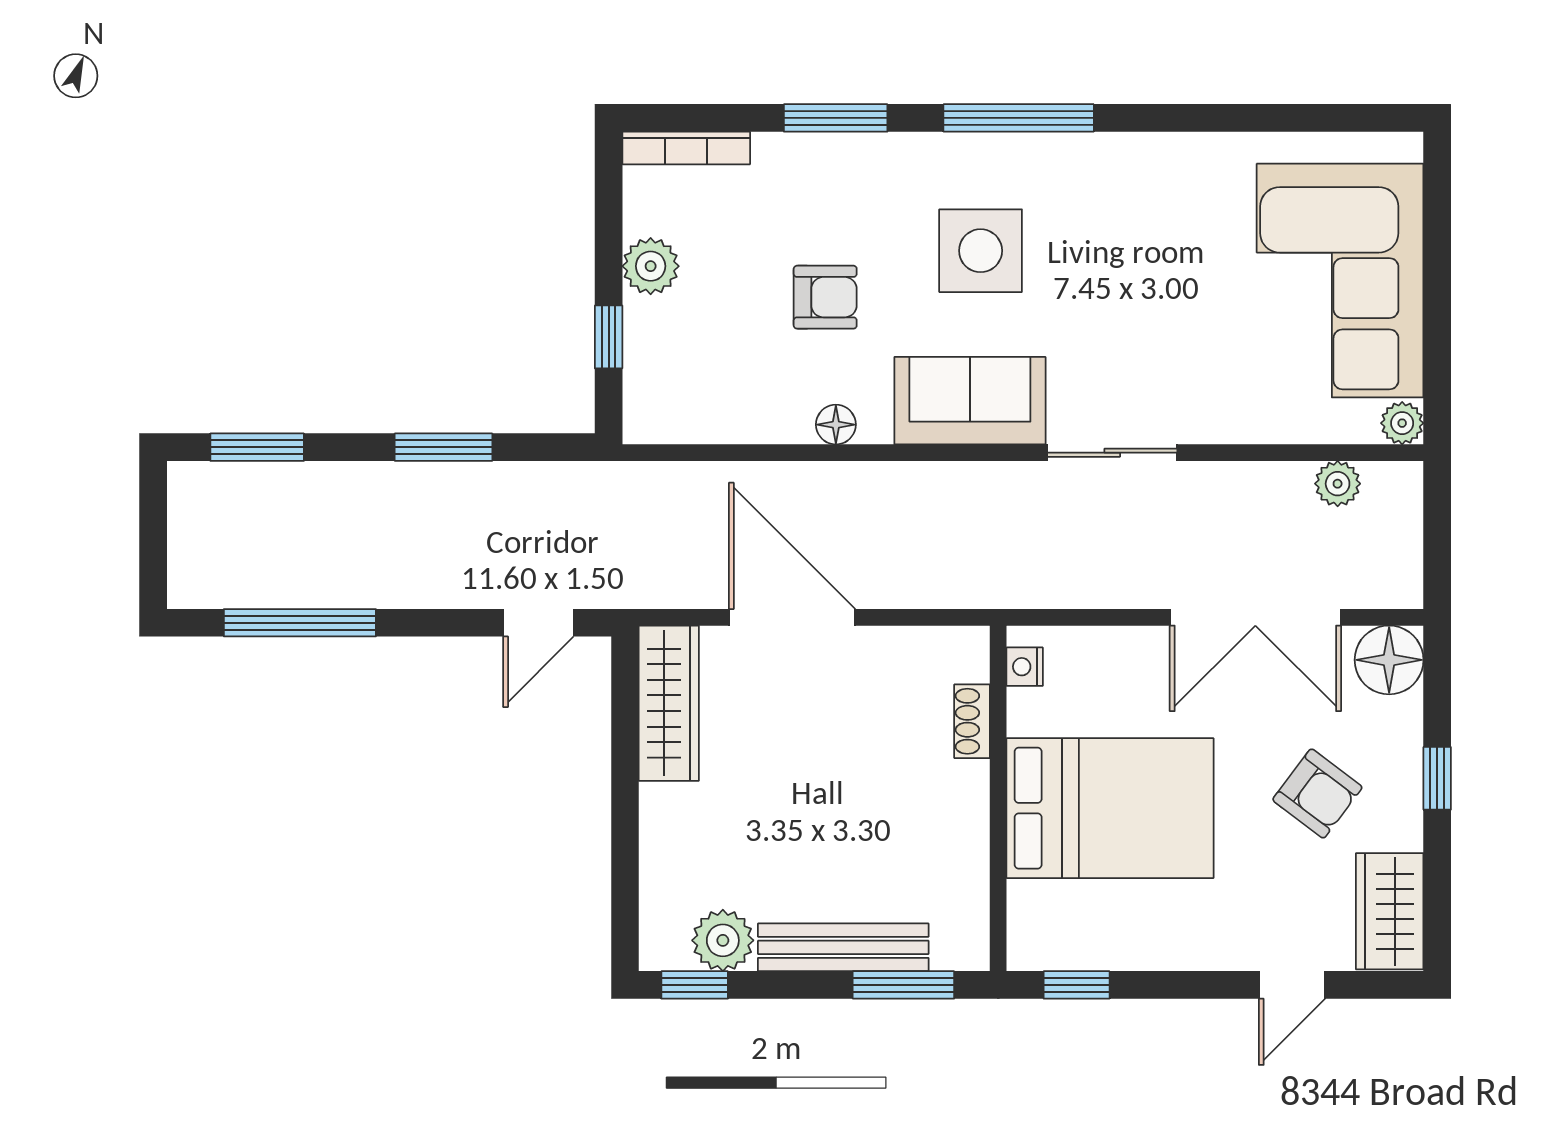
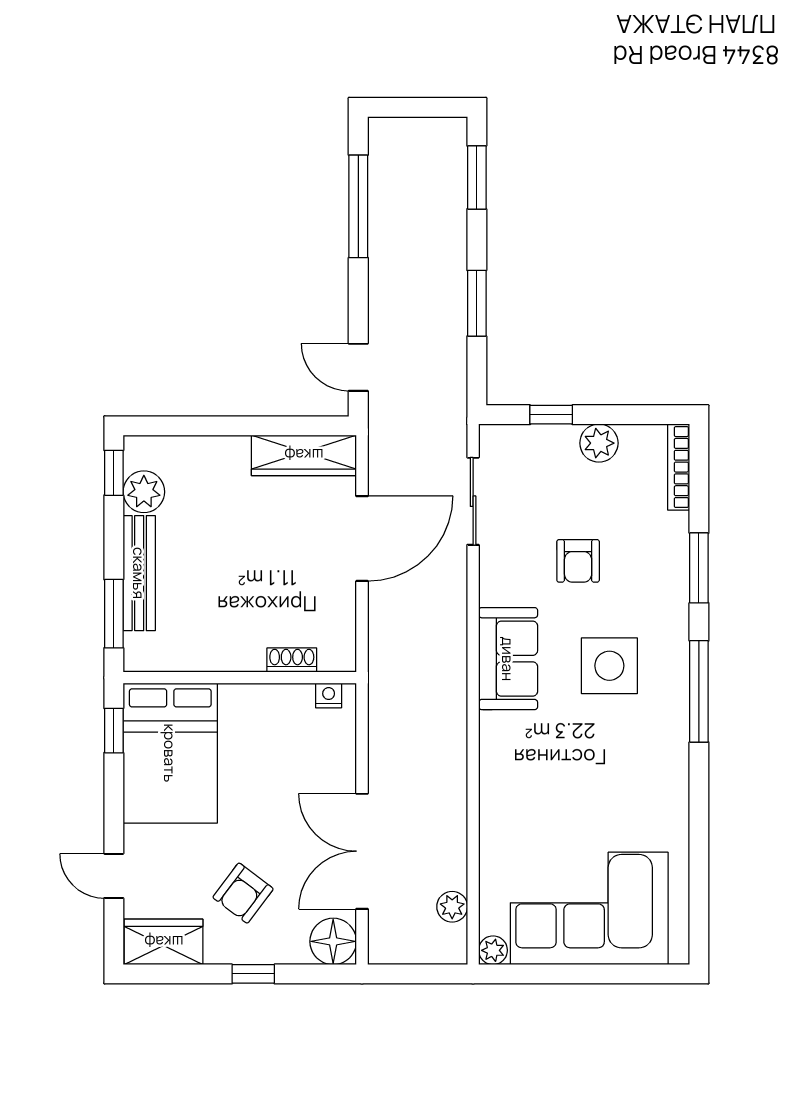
floor lamp: (836, 425) -> (492, 568), removed
sliding door: (1112, 453) -> (473, 501), moved
bed: (1110, 808) -> (170, 753), moved

